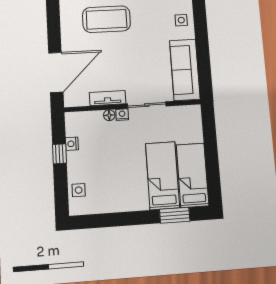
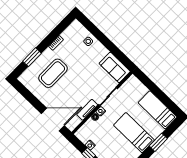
sofa: (185, 70) -> (115, 67), width x0.73
door: (56, 72) -> (53, 120), hinge flipped
bed: (163, 176) -> (134, 133), moved
window: (175, 215) -> (158, 142), moved

